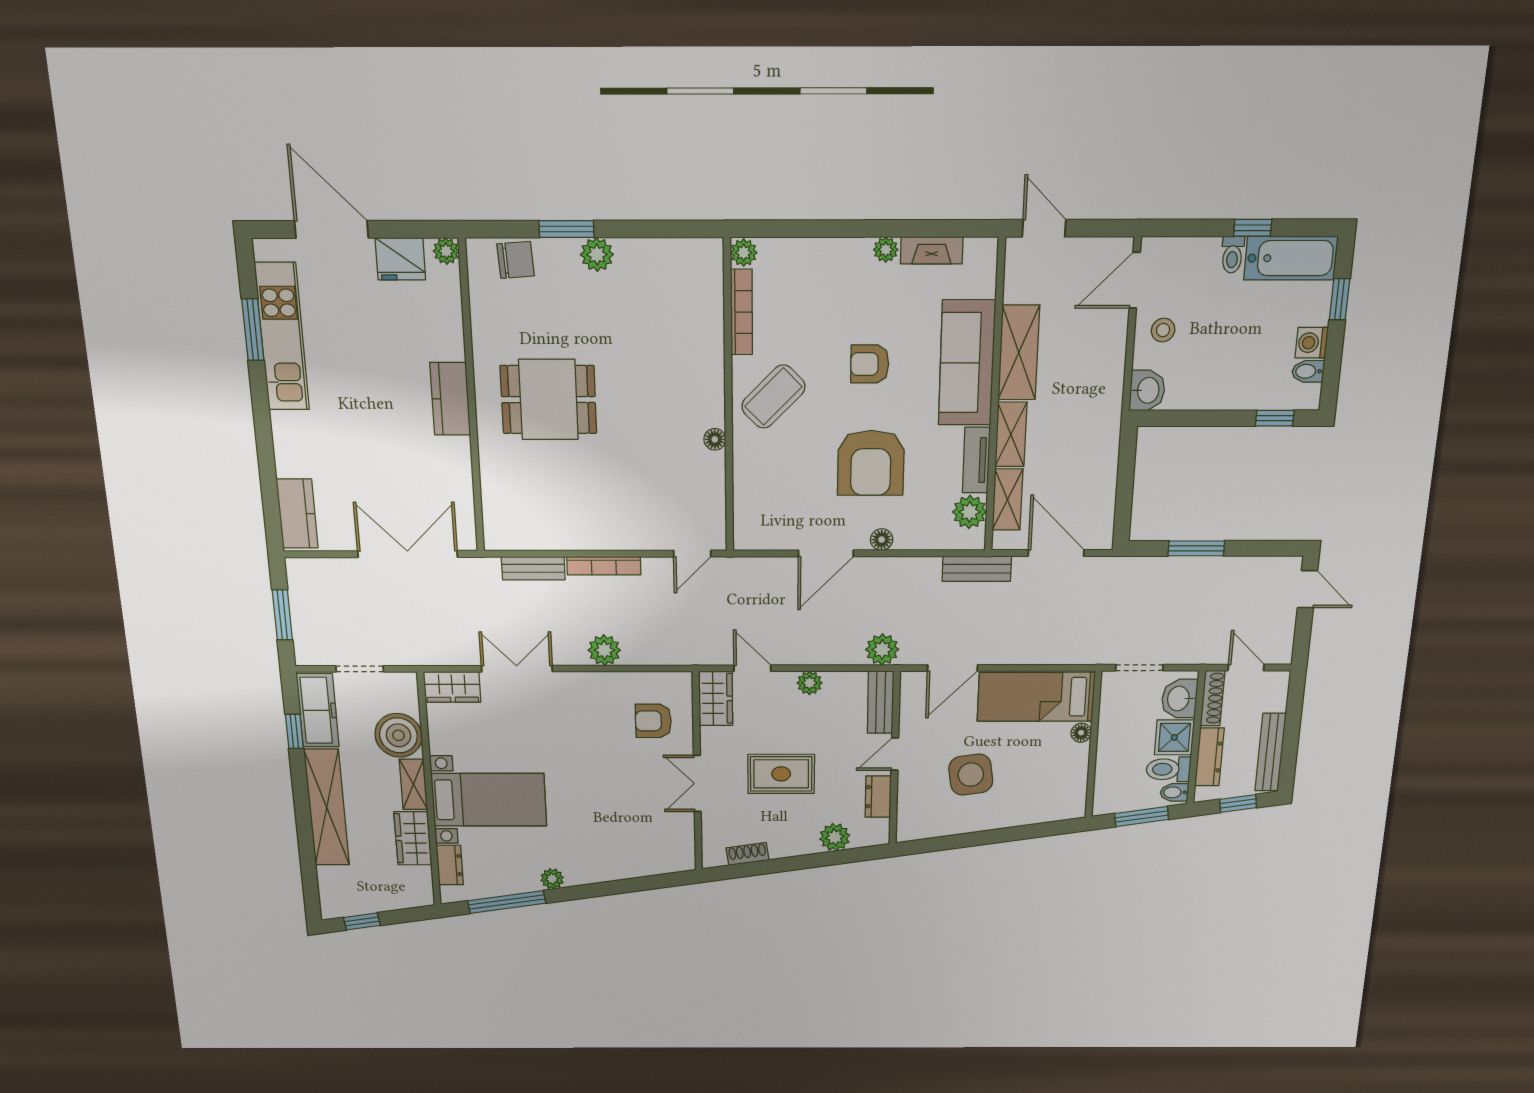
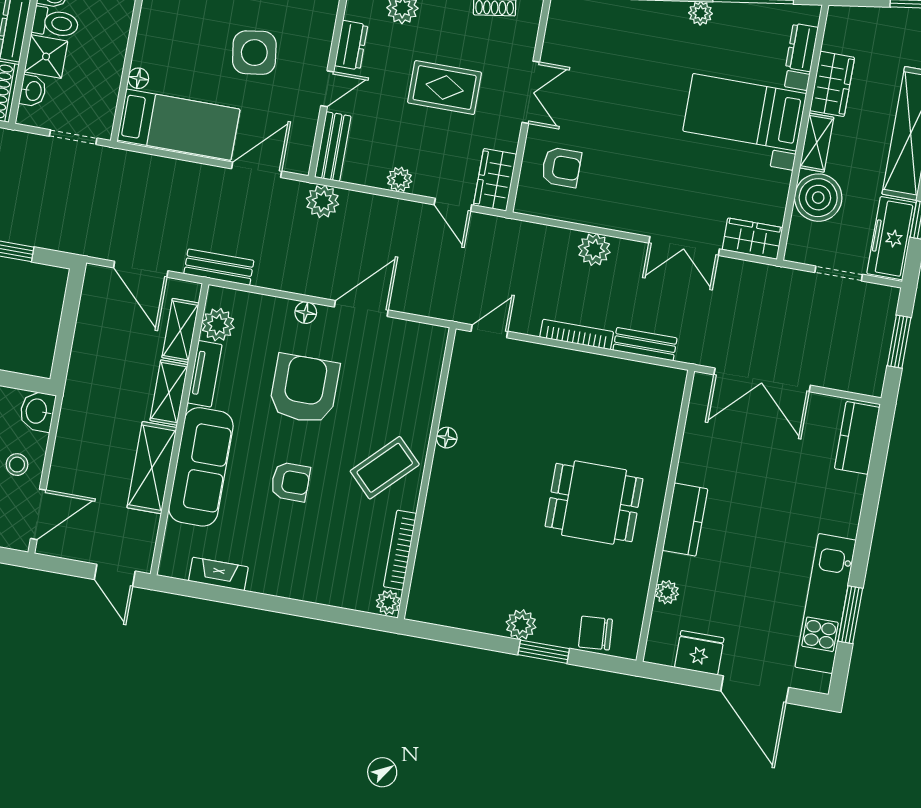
plant: (886, 250) -> (260, 582), removed
plant: (446, 251) -> (667, 592), moved
washbasin: (1179, 699) -> (33, 91), width x0.72, depth x0.69

